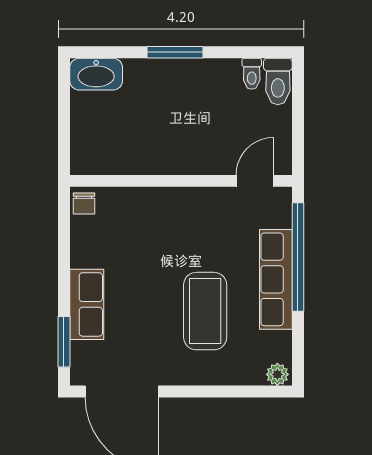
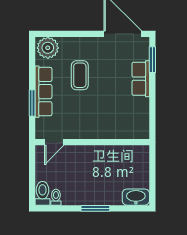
chair: (84, 204) -> (142, 131), removed
window: (298, 257) -> (32, 103), width x0.47
coffee table: (205, 311) -> (80, 75), width x0.73, depth x0.76
plant: (277, 374) -> (48, 48), width x1.88, depth x1.88

